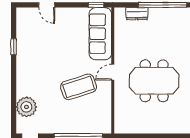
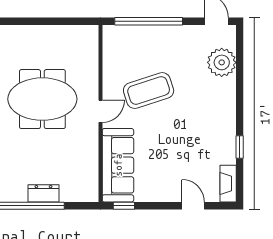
dresser: (137, 14) -> (43, 193), moved
fireplace: (22, 21) -> (228, 184), added

